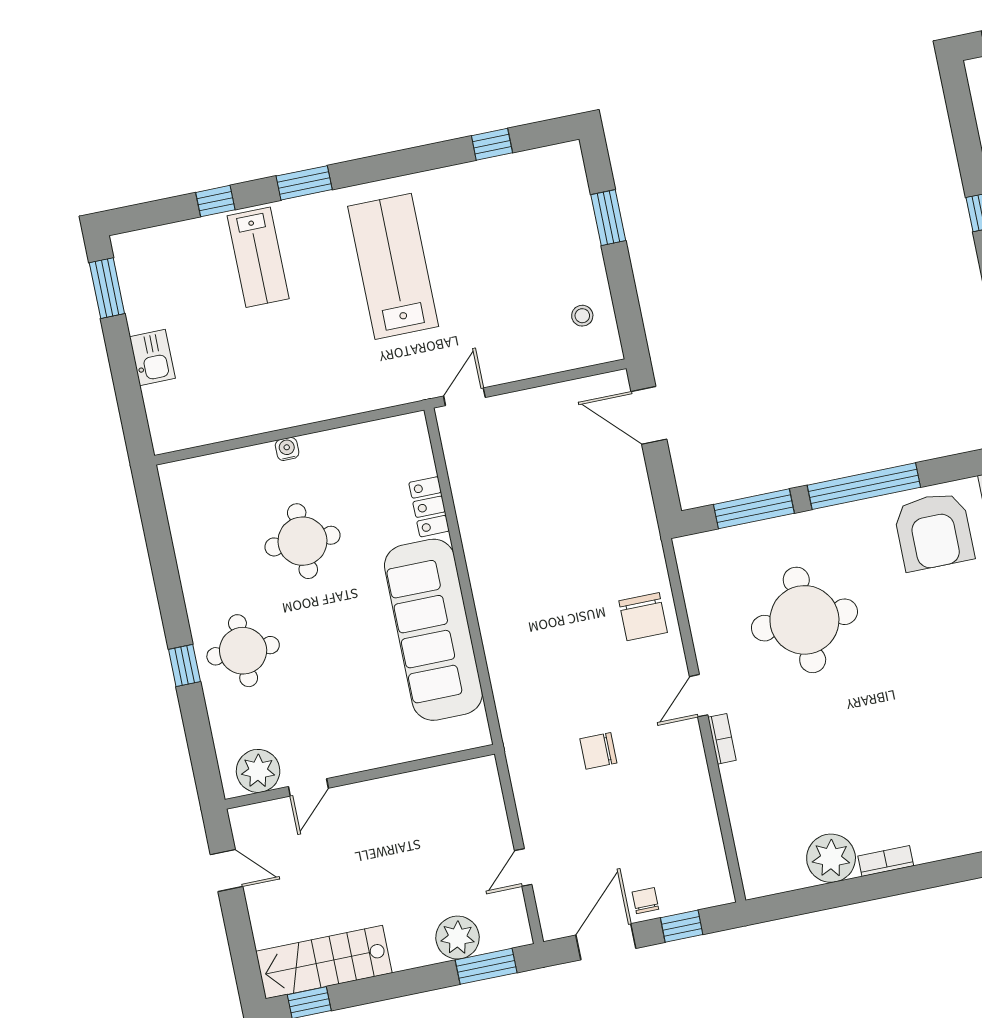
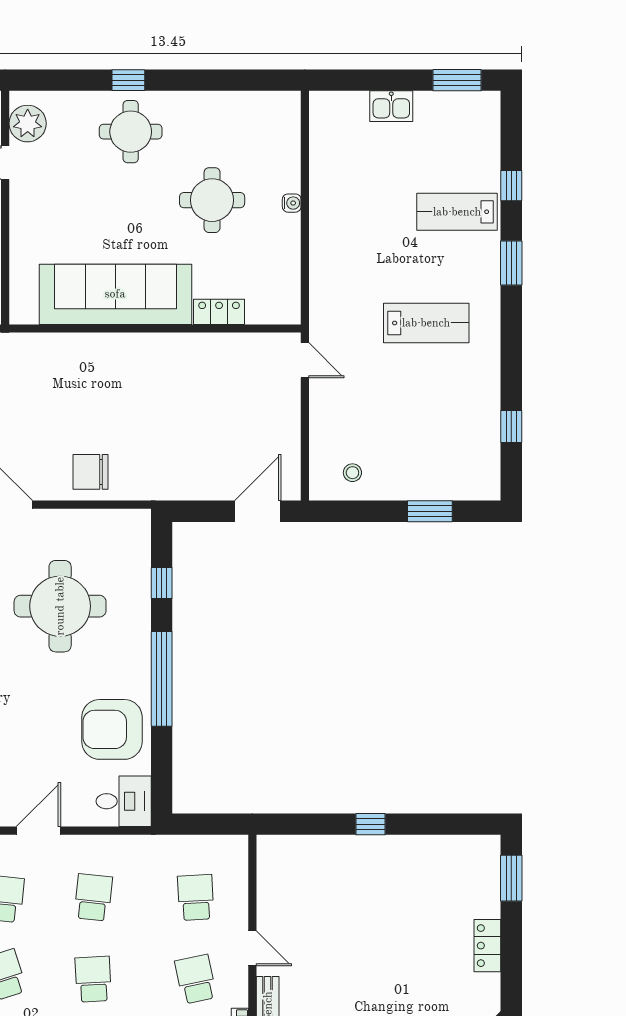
lab bench: (393, 266) -> (426, 323), width x0.73, depth x0.72
window: (754, 509) -> (162, 583), width x0.46

